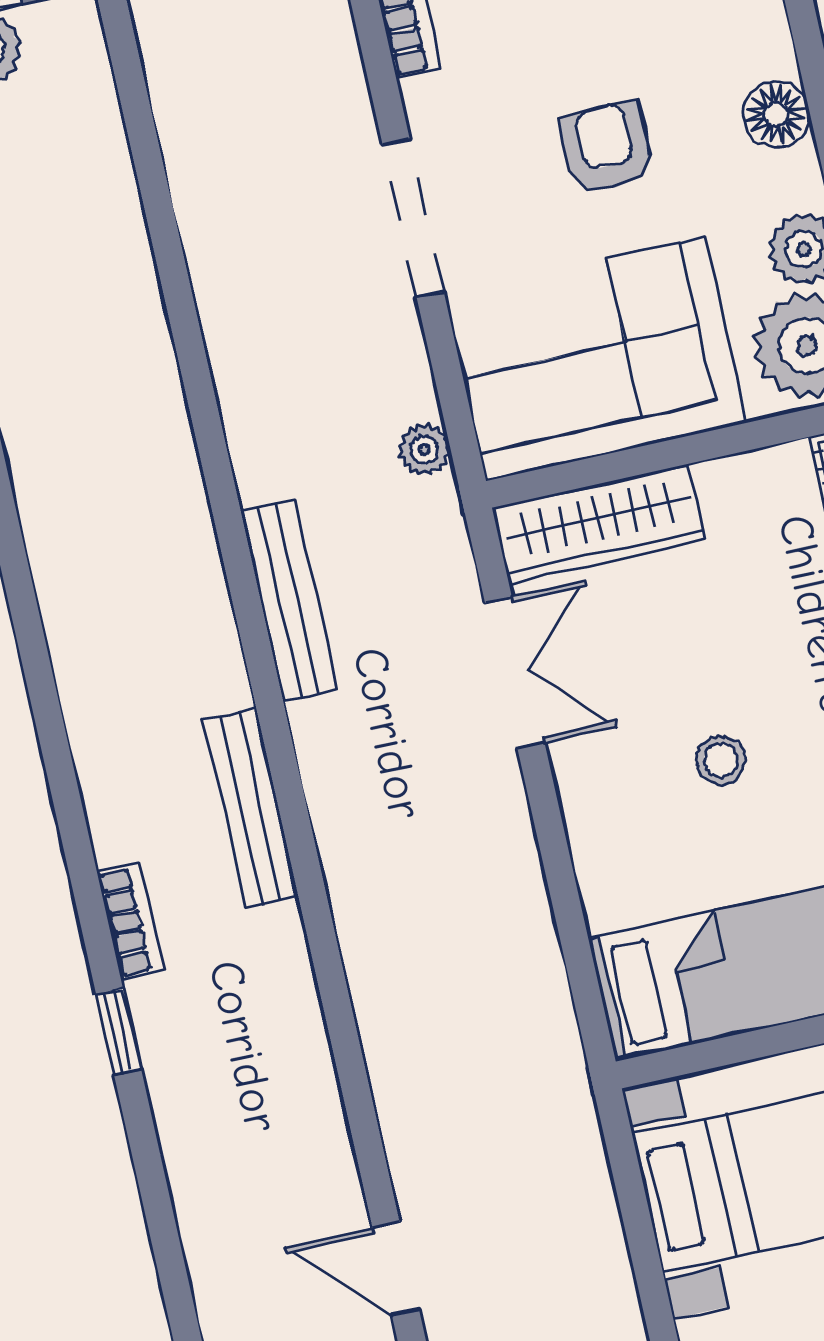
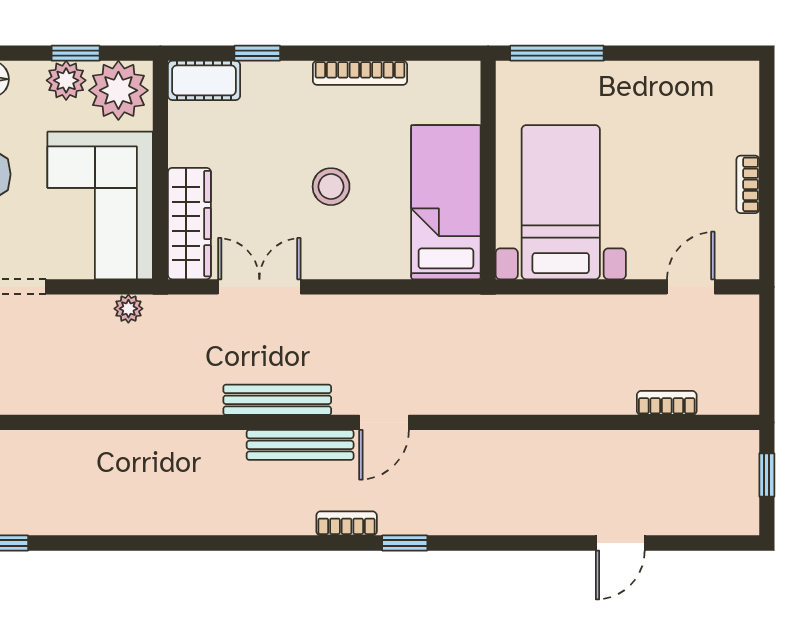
bench: (288, 601) -> (277, 400), moved
stool: (721, 760) -> (331, 187), width x1.37, depth x1.37
door: (396, 1269) -> (384, 422), moved

